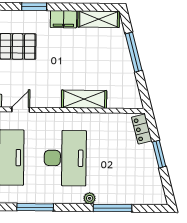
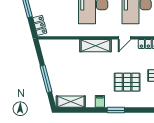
filing cabinet: (63, 19) -> (100, 101), width x0.50
shelving: (84, 99) -> (95, 46), moved

